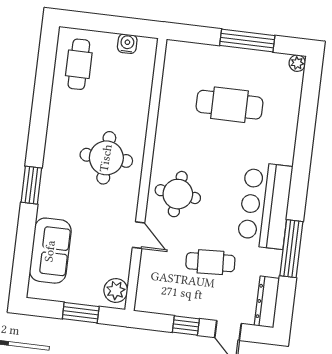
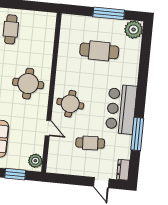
water cooler: (127, 44) -> (39, 17), removed
plant: (297, 63) -> (134, 30), width x1.88, depth x1.88
dresser: (267, 302) -> (123, 170), width x0.70
window: (186, 325) -> (77, 180), removed

